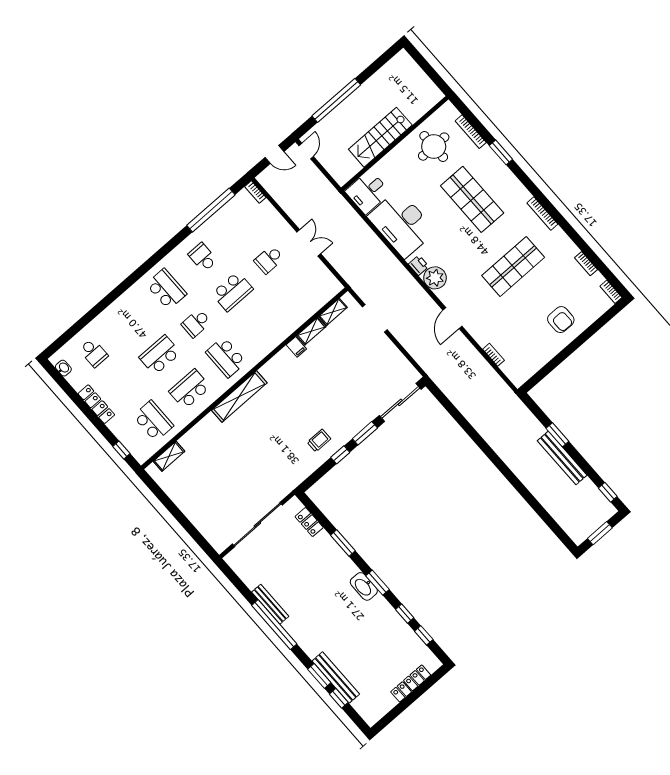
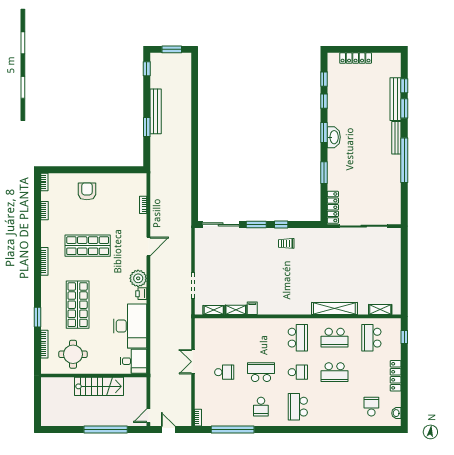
shelving: (239, 397) -> (334, 309), moved
locker: (309, 522) -> (333, 207), width x1.53
bench: (270, 604) -> (396, 138), moved

